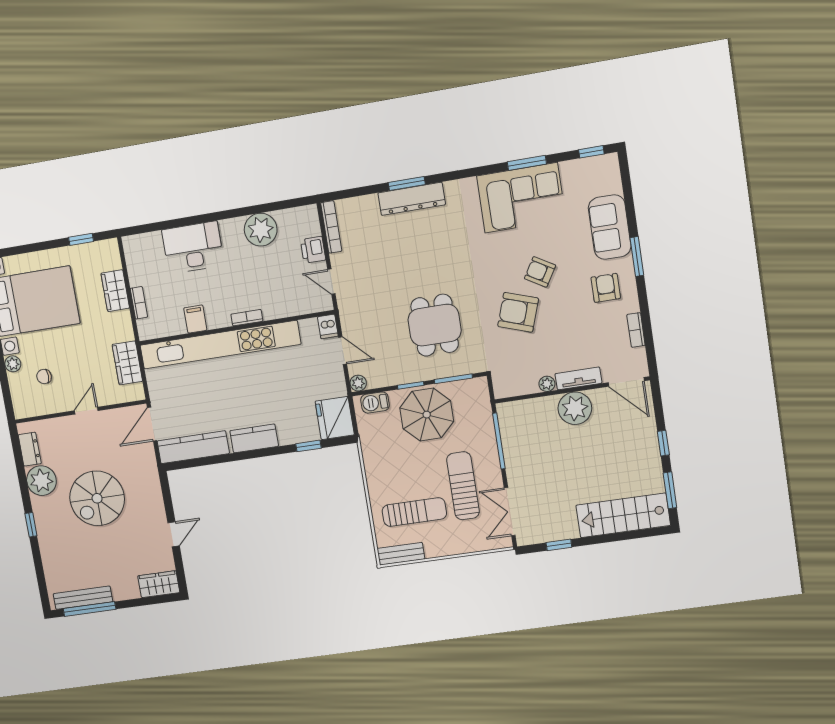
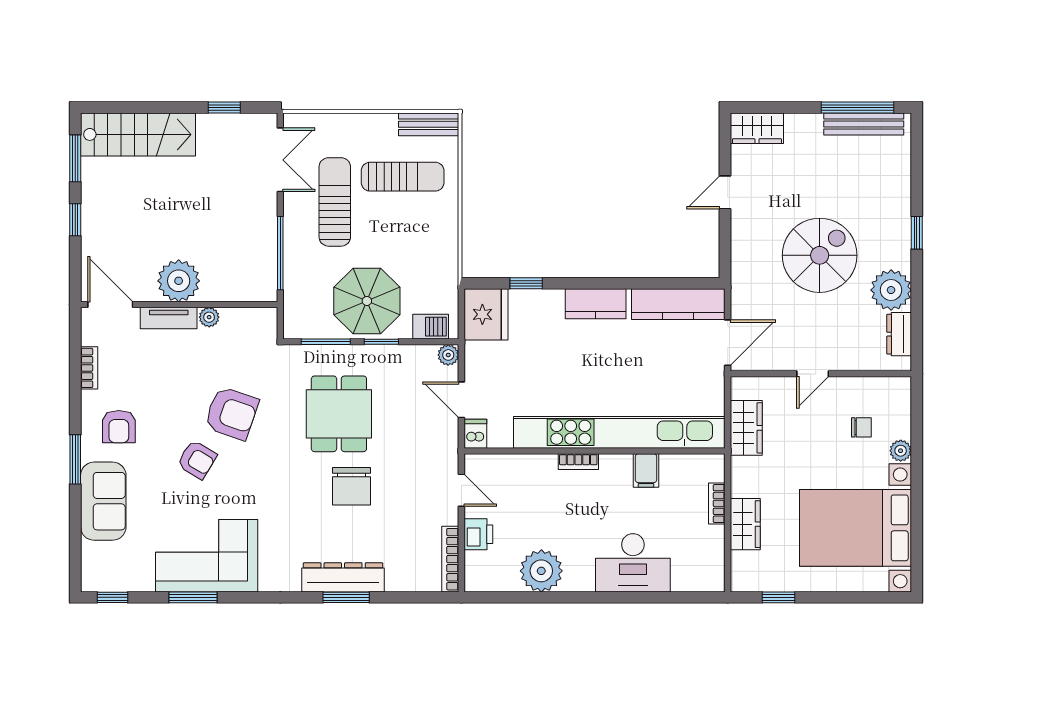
chair: (416, 271) -> (352, 486), added
sun lounger: (463, 486) -> (335, 202), turned 180
sun lounger: (414, 512) -> (403, 177), turned 180

